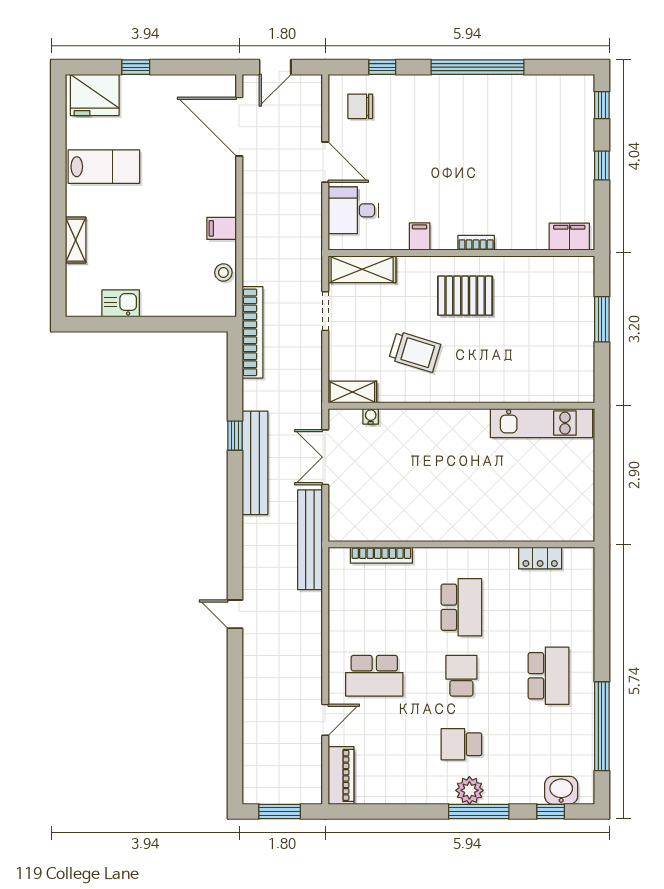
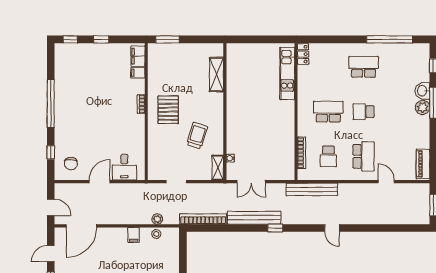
door: (185, 67) -> (51, 254), added
filing cabinet: (420, 236) -> (138, 73), moved
shelving: (362, 269) -> (216, 74), moved
plant: (252, 274) -> (157, 219), added
window: (602, 319) -> (168, 39), moved
bookcase: (252, 332) -> (203, 219), moved
kitchen unit: (541, 423) -> (287, 73), moved, turned 180
window: (235, 436) -> (275, 228), moved
bench: (310, 540) -> (312, 189), moved
locker: (540, 558) -> (303, 54), moved
door: (235, 614) -> (332, 228), hinge flipped
school desk: (461, 744) -> (328, 156), moved
piano: (341, 775) -> (423, 164), moved, turned -90
washbasin: (561, 790) -> (422, 91), moved

